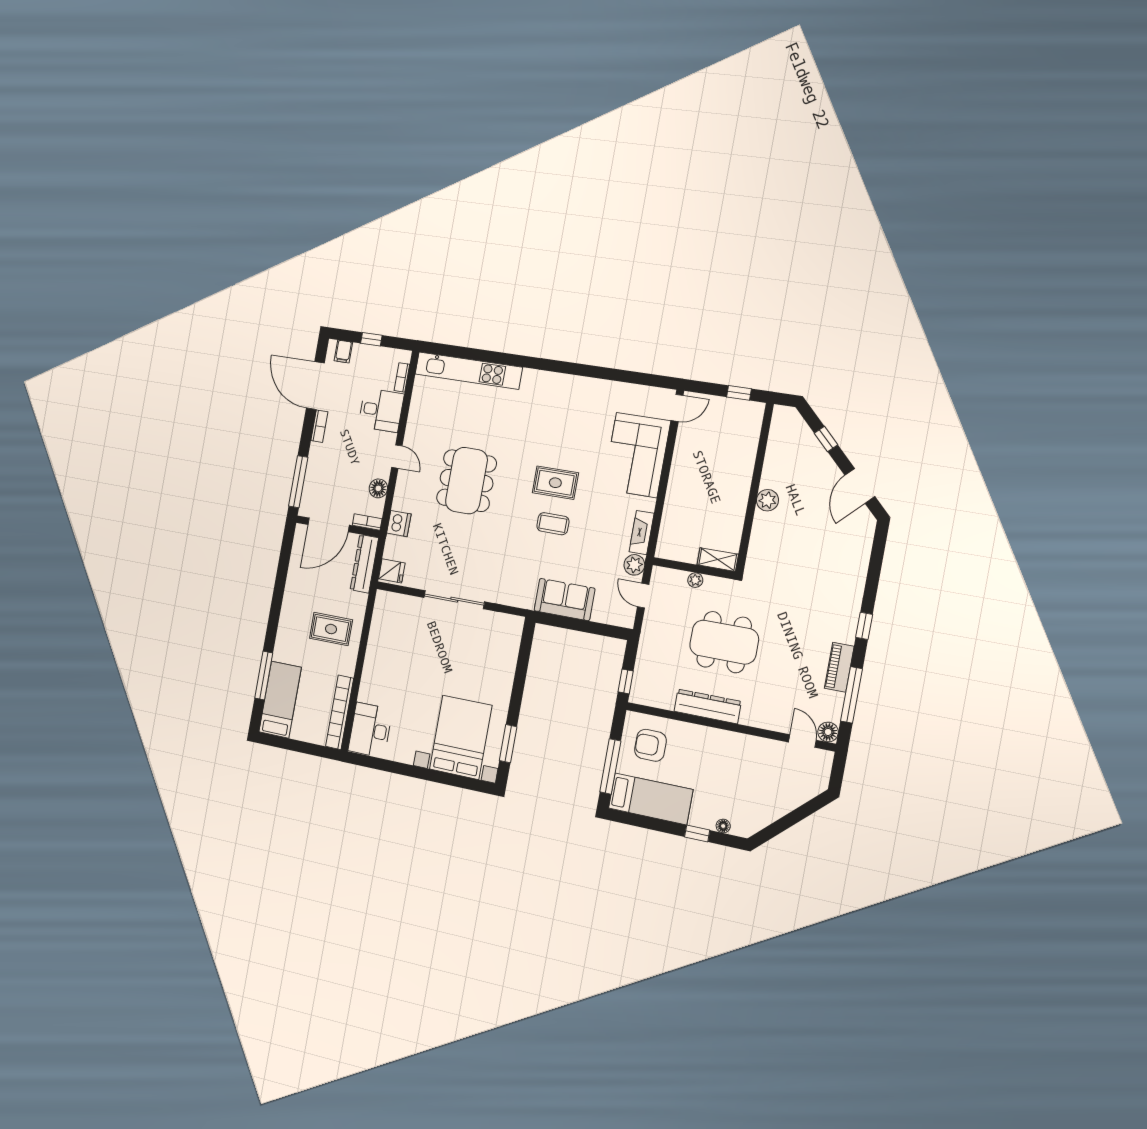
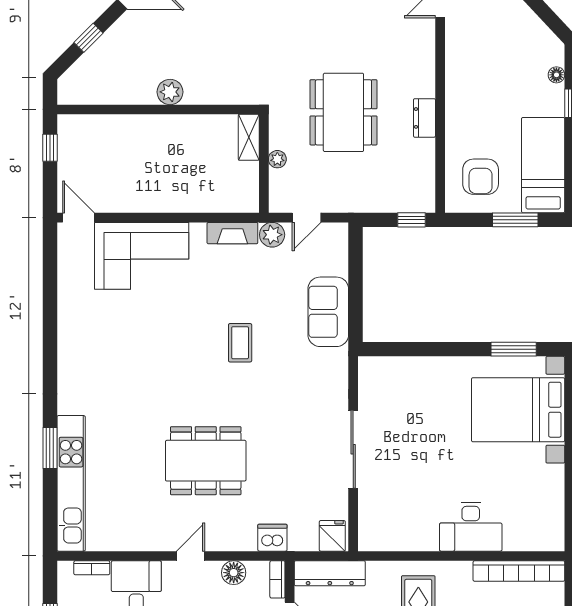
window: (499, 358) -> (50, 448), added
rug: (555, 483) -> (190, 349), removed
dresser: (708, 706) -> (424, 118), width x0.51, depth x0.80
desk: (370, 730) -> (471, 527), moved
window: (610, 766) -> (515, 220), width x0.69

